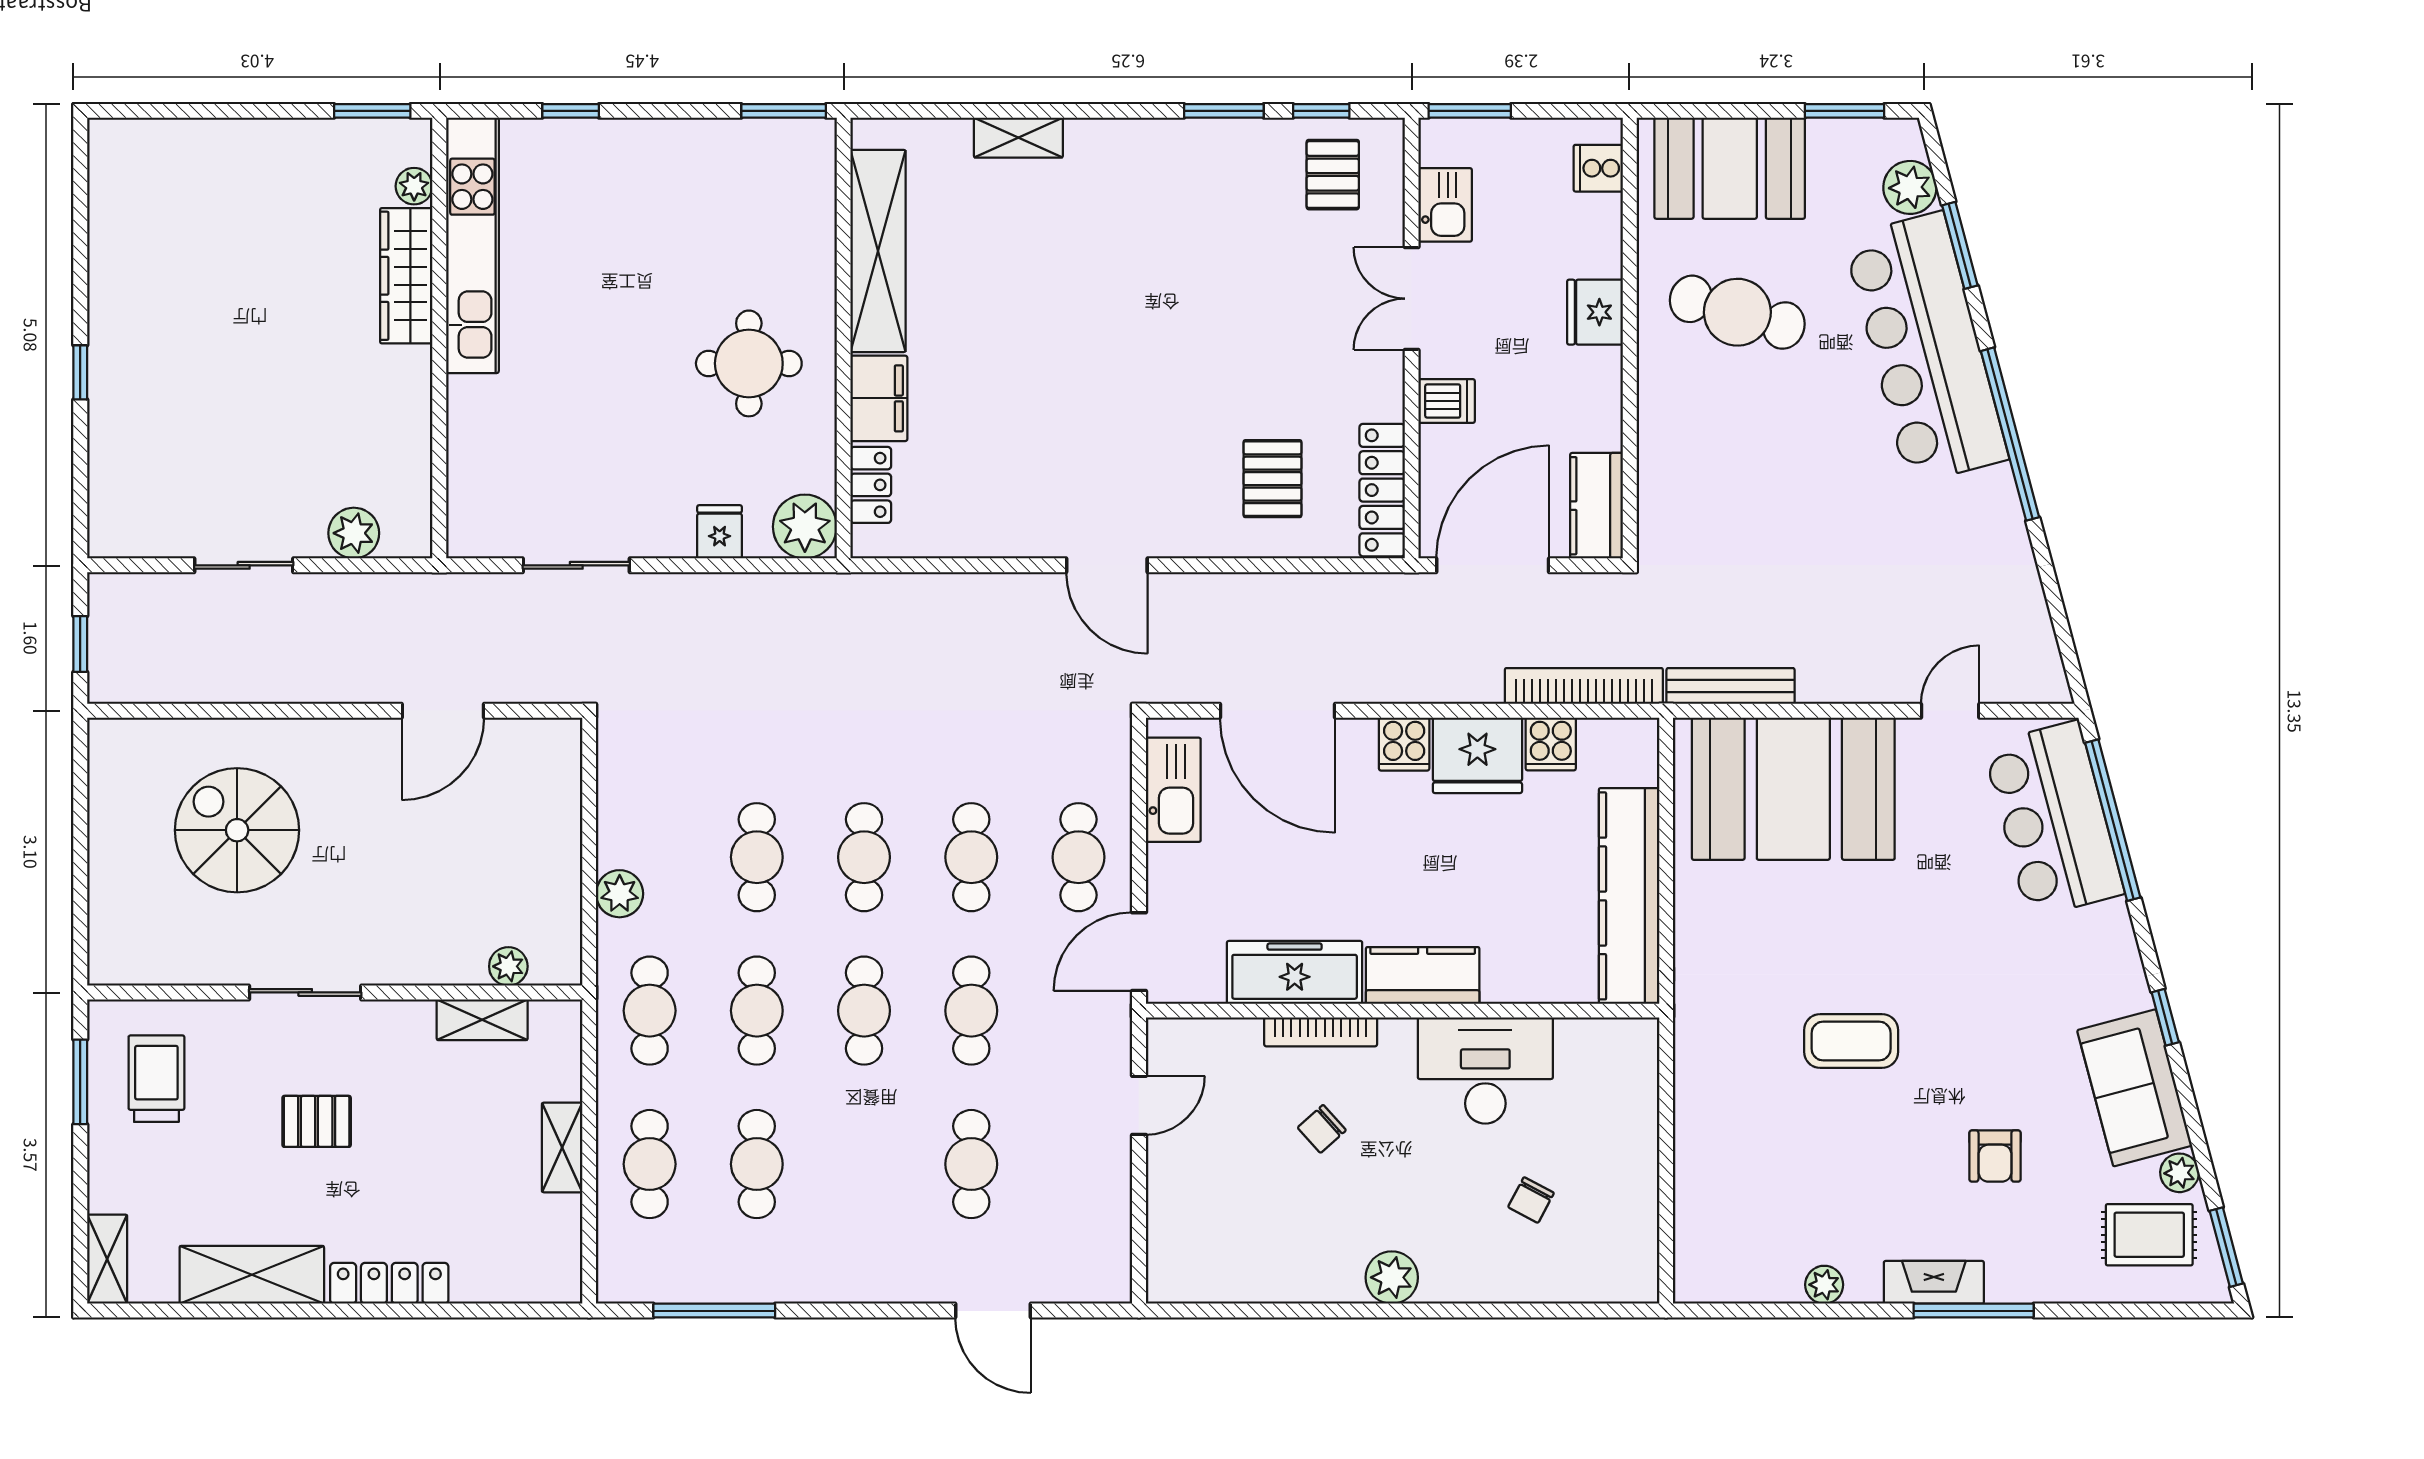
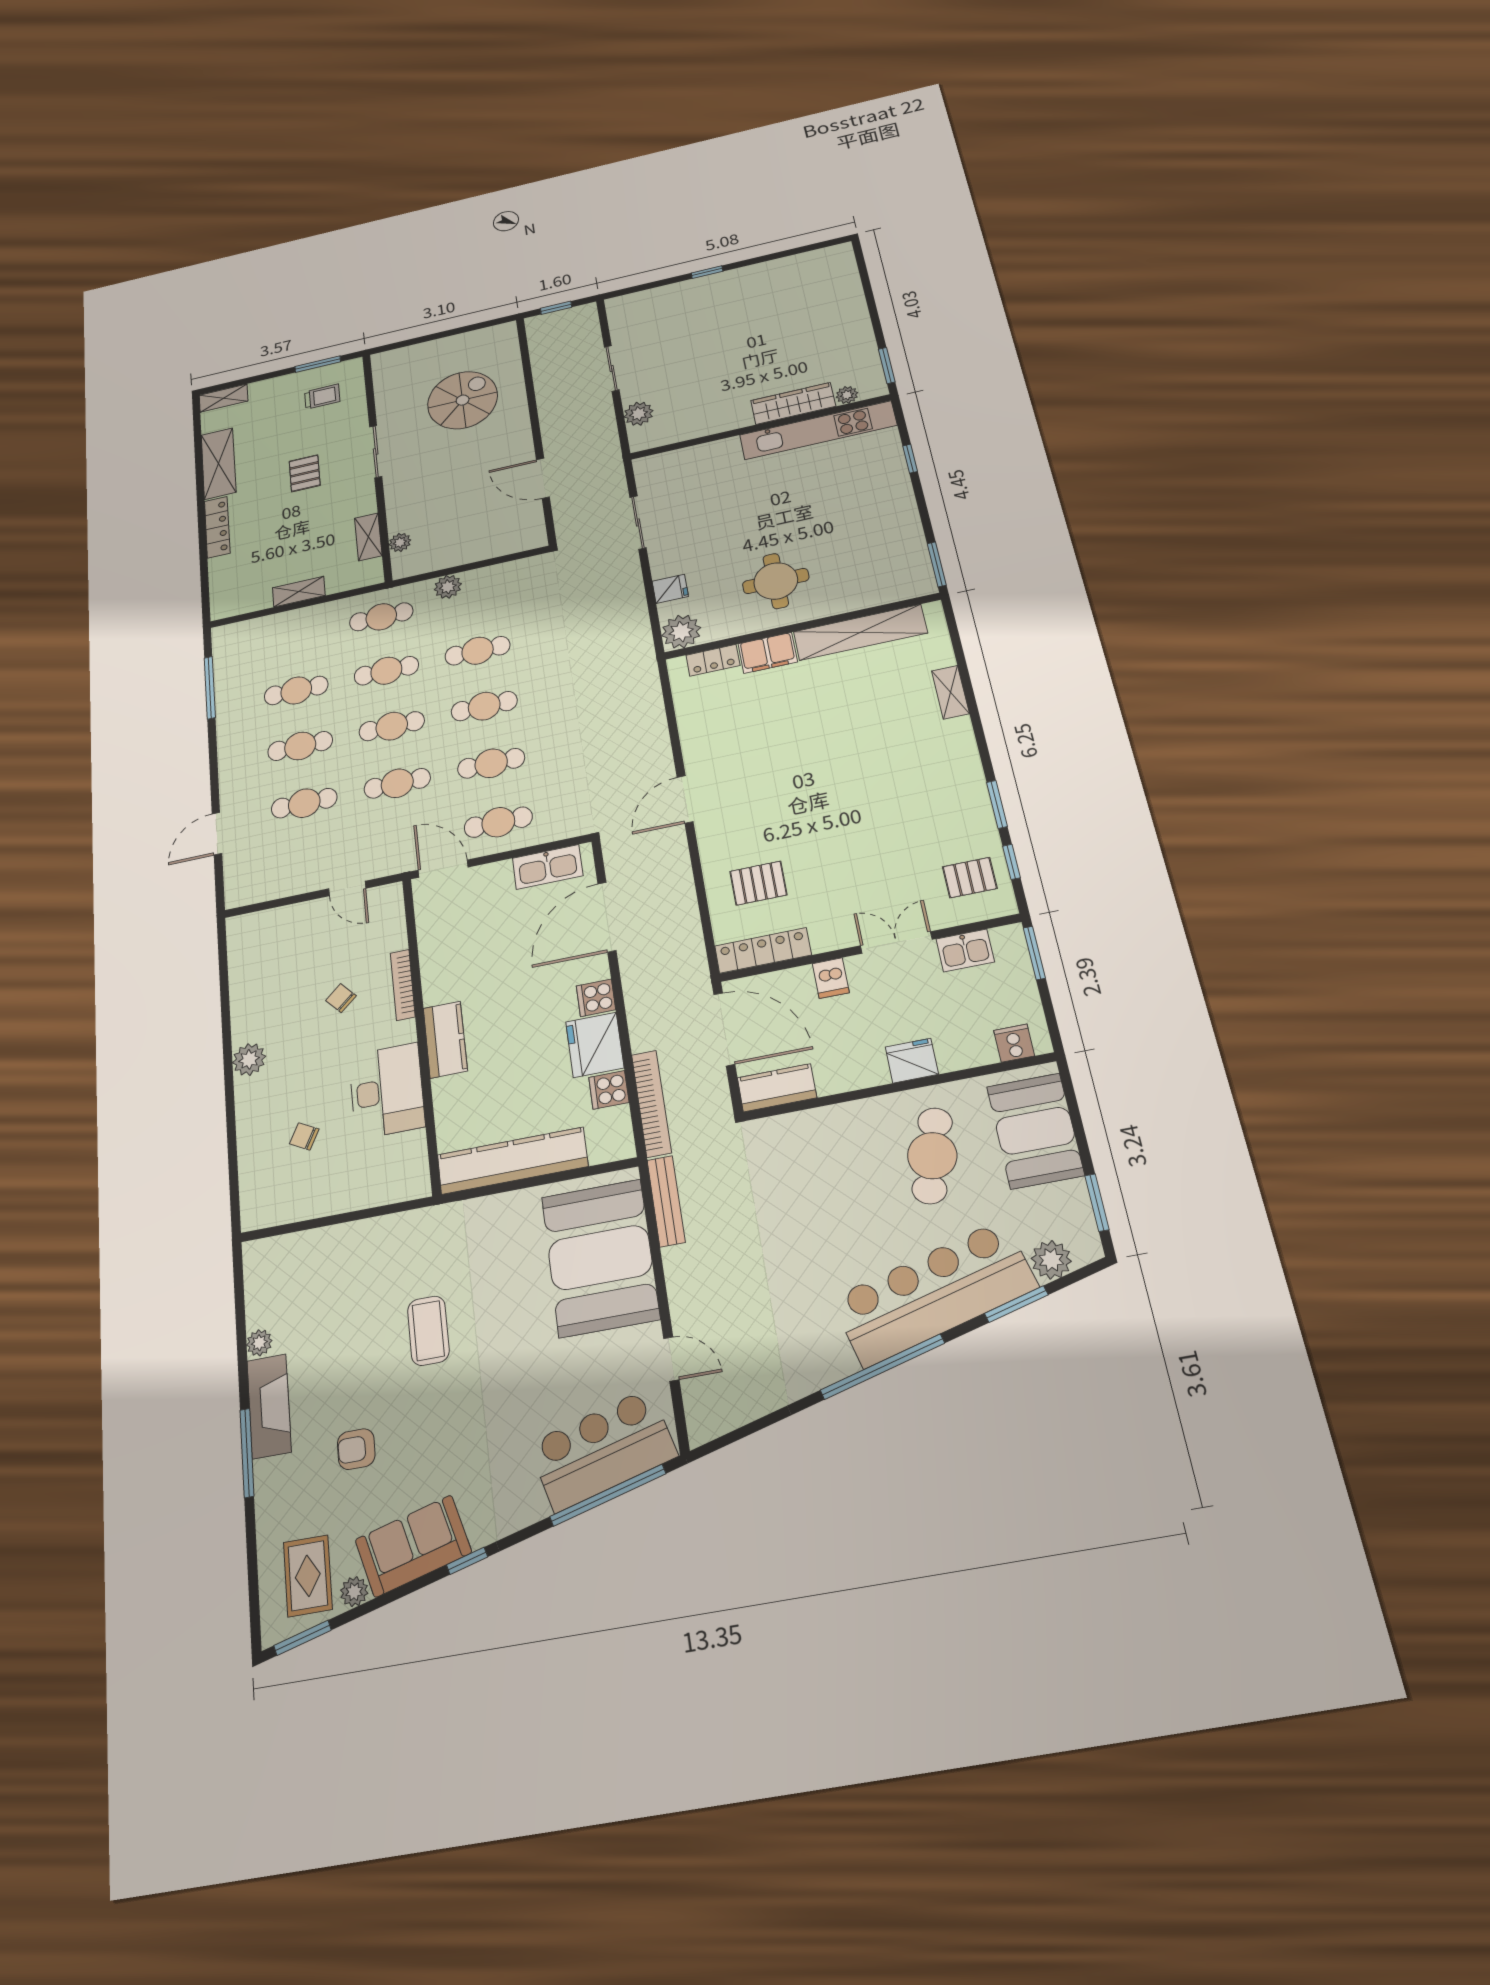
freezer: (1295, 972) -> (439, 962), removed
trolley: (156, 1079) -> (322, 397), width x0.73, depth x0.72
cafe table: (650, 1164) -> (300, 746), moved
fireplace: (1934, 1282) -> (269, 1406), width x1.37, depth x1.32

